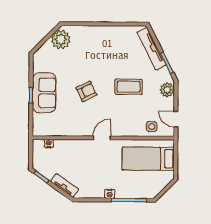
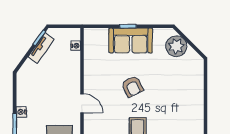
plant: (61, 40) -> (176, 46), moved
tv unit: (65, 185) -> (41, 48), moved

